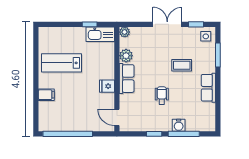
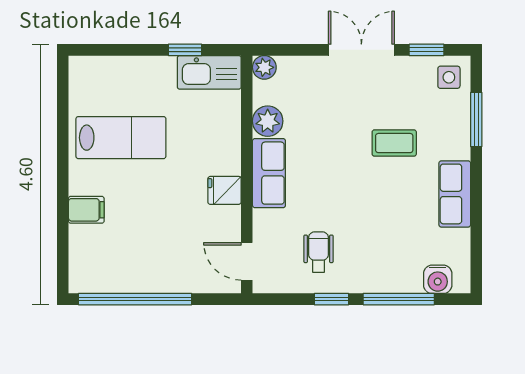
lab bench: (61, 63) -> (121, 138), turned 180
wheelchair: (162, 96) -> (318, 252), moved
water cooler: (179, 125) -> (438, 279), moved

